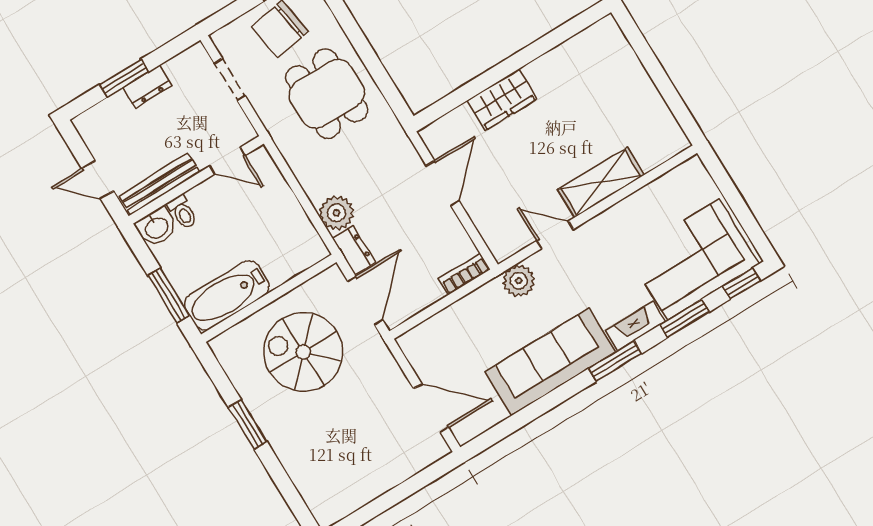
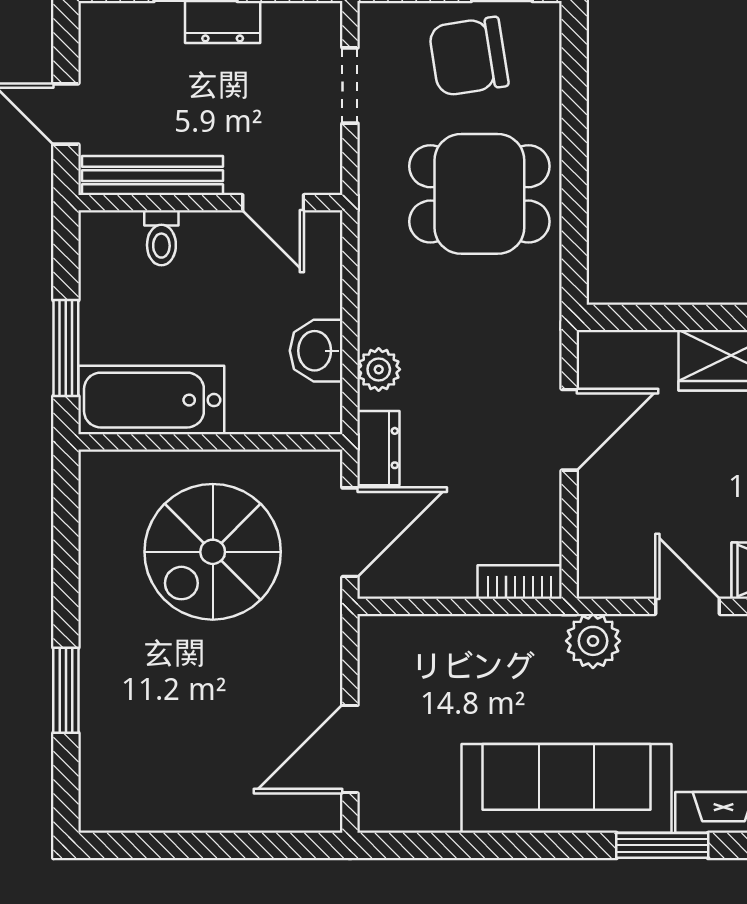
dining table: (327, 94) -> (479, 194), turned 90
plant: (337, 213) -> (379, 369), width x0.73, depth x0.73
washbasin: (156, 227) -> (316, 351), moved, turned 90
spiral stairs: (303, 352) -> (213, 552), turned -90
door: (431, 408) -> (350, 749), swing flipped
window: (248, 425) -> (66, 690), moved

